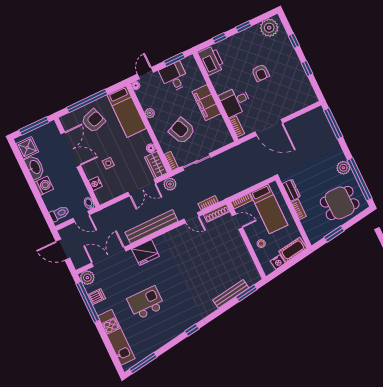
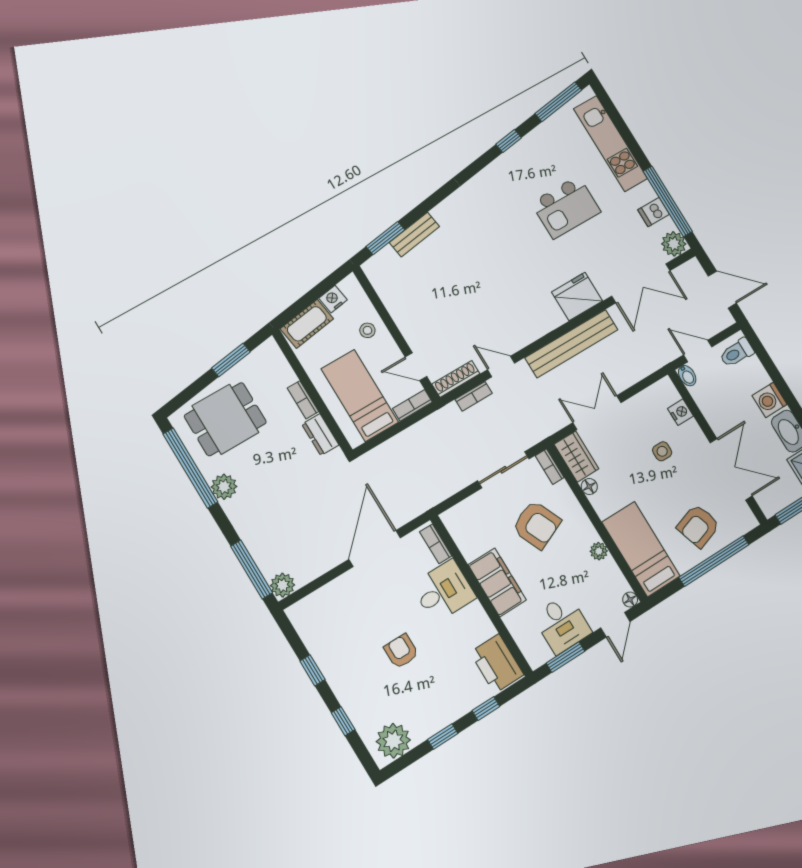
door: (269, 127) -> (375, 548), hinge flipped
double door: (71, 150) -> (731, 469), swing flipped
plant: (170, 184) -> (283, 585), moved
bench: (231, 294) -> (414, 234), width x0.73
window: (192, 330) -> (509, 141), moved

